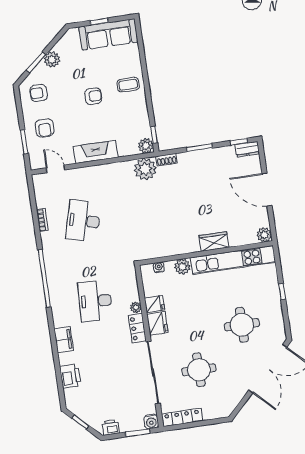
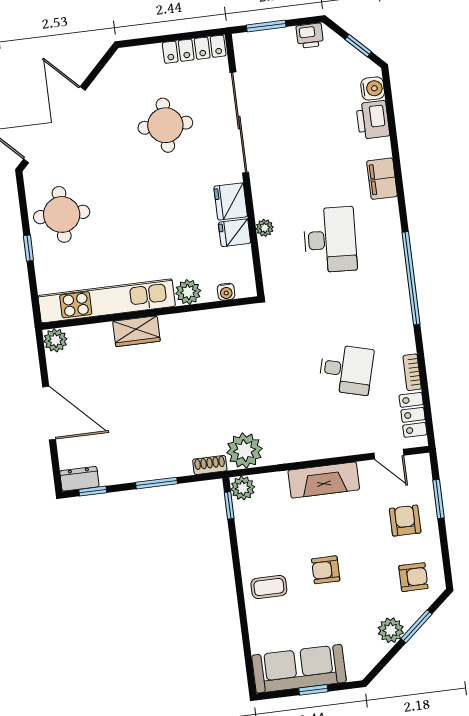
desk: (83, 221) -> (346, 369), width x0.73
round table: (242, 325) -> (62, 214), moved
locker: (137, 328) -> (413, 415), moved, turned 180
water cooler: (151, 422) -> (373, 88), moved, turned 90

